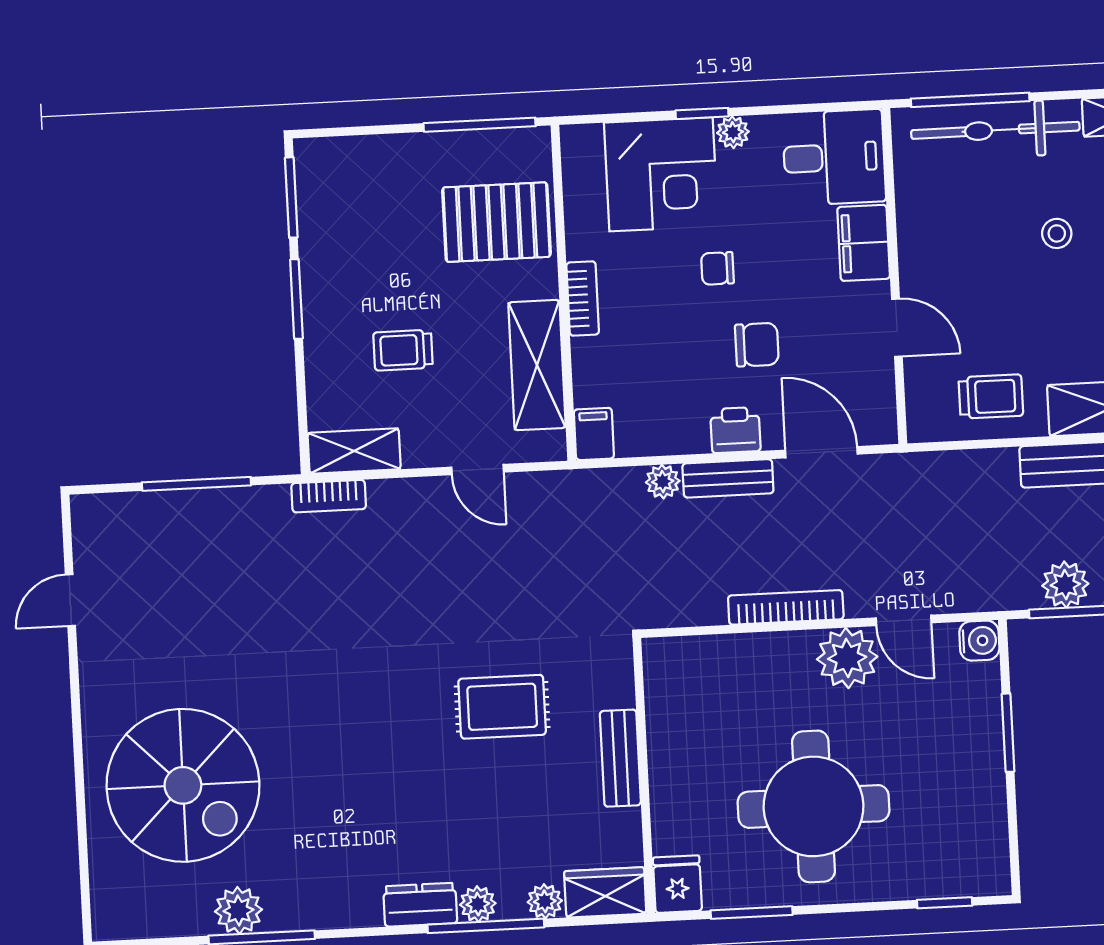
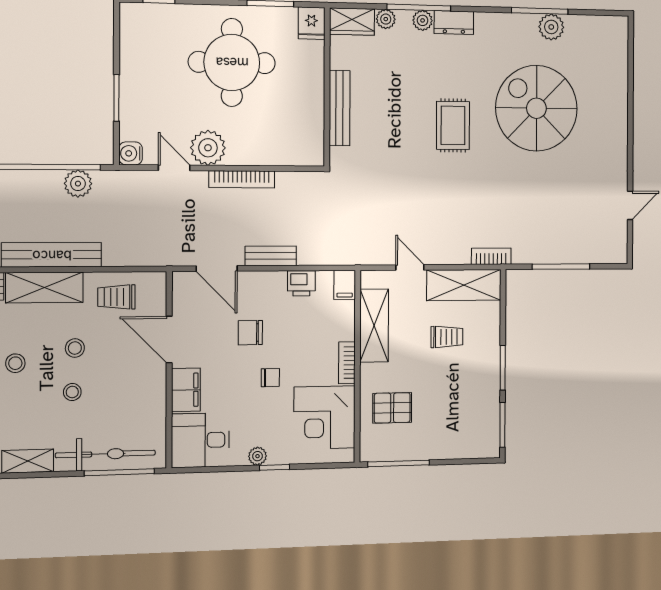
corner desk: (661, 174) -> (325, 417), moved, turned -90
pallet: (496, 222) -> (392, 408), width x0.67, depth x0.71
stool: (1056, 308) -> (75, 348), added
door: (897, 328) -> (169, 340), width x1.37
printer: (735, 430) -> (301, 283), moved
shelving: (354, 451) -> (464, 285), width x1.50, depth x1.33
plant: (663, 482) -> (308, 256), removed
rug: (502, 707) -> (453, 125), moved, turned 90
bench: (620, 758) -> (340, 108), width x1.36
spiral stairs: (183, 785) -> (536, 108), moved

